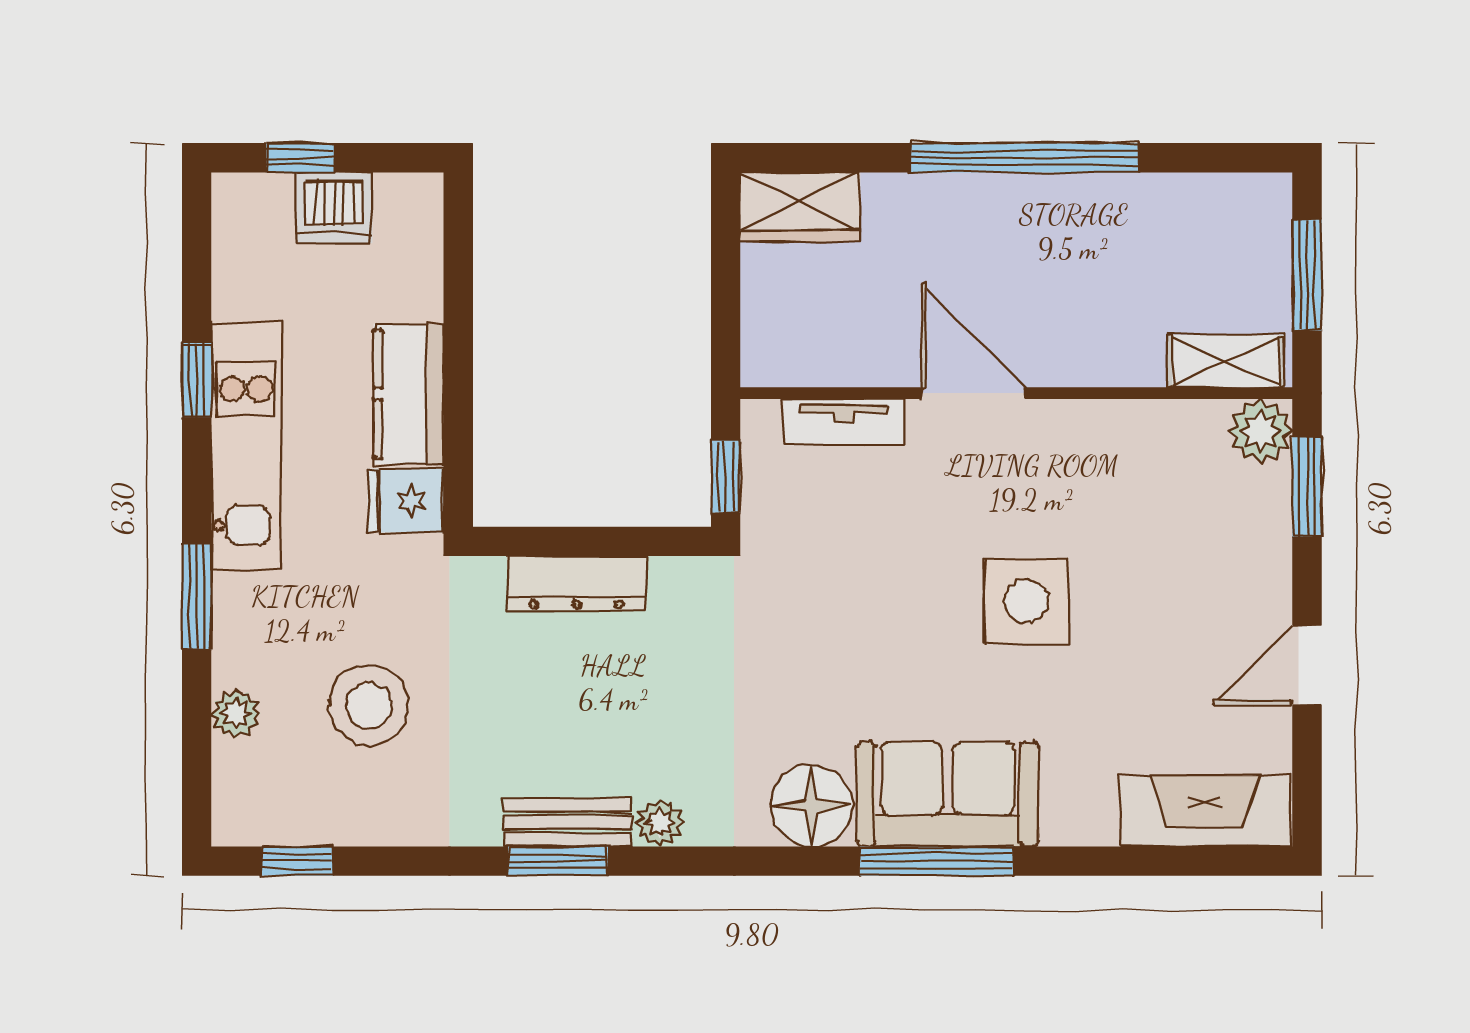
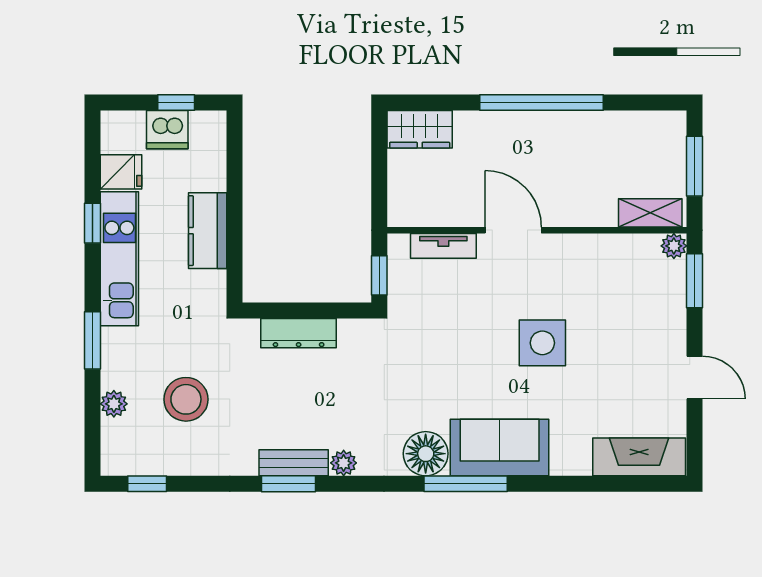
window: (300, 158) -> (176, 103), moved
plant: (1260, 431) -> (674, 246), width x0.73, depth x0.73
fridge: (406, 501) -> (121, 172), moved, turned 180
door: (1307, 665) -> (694, 378), swing flipped
window: (936, 861) -> (466, 484), moved

